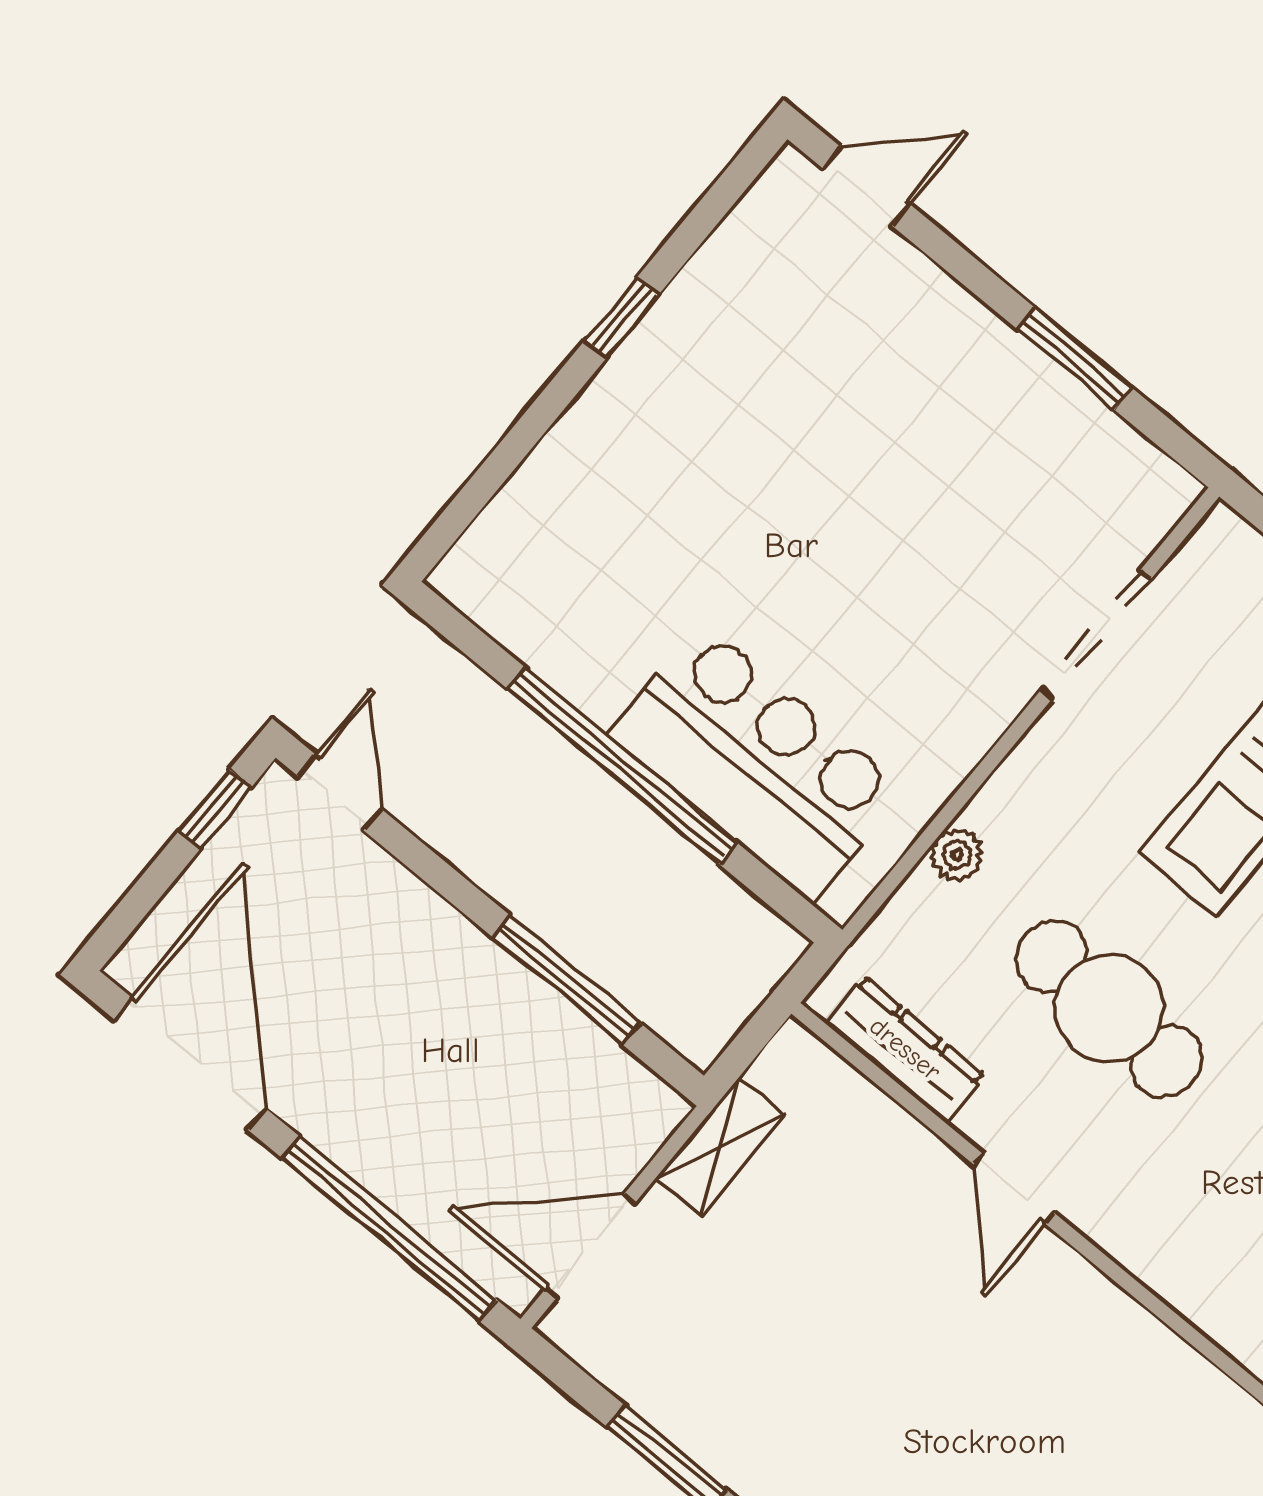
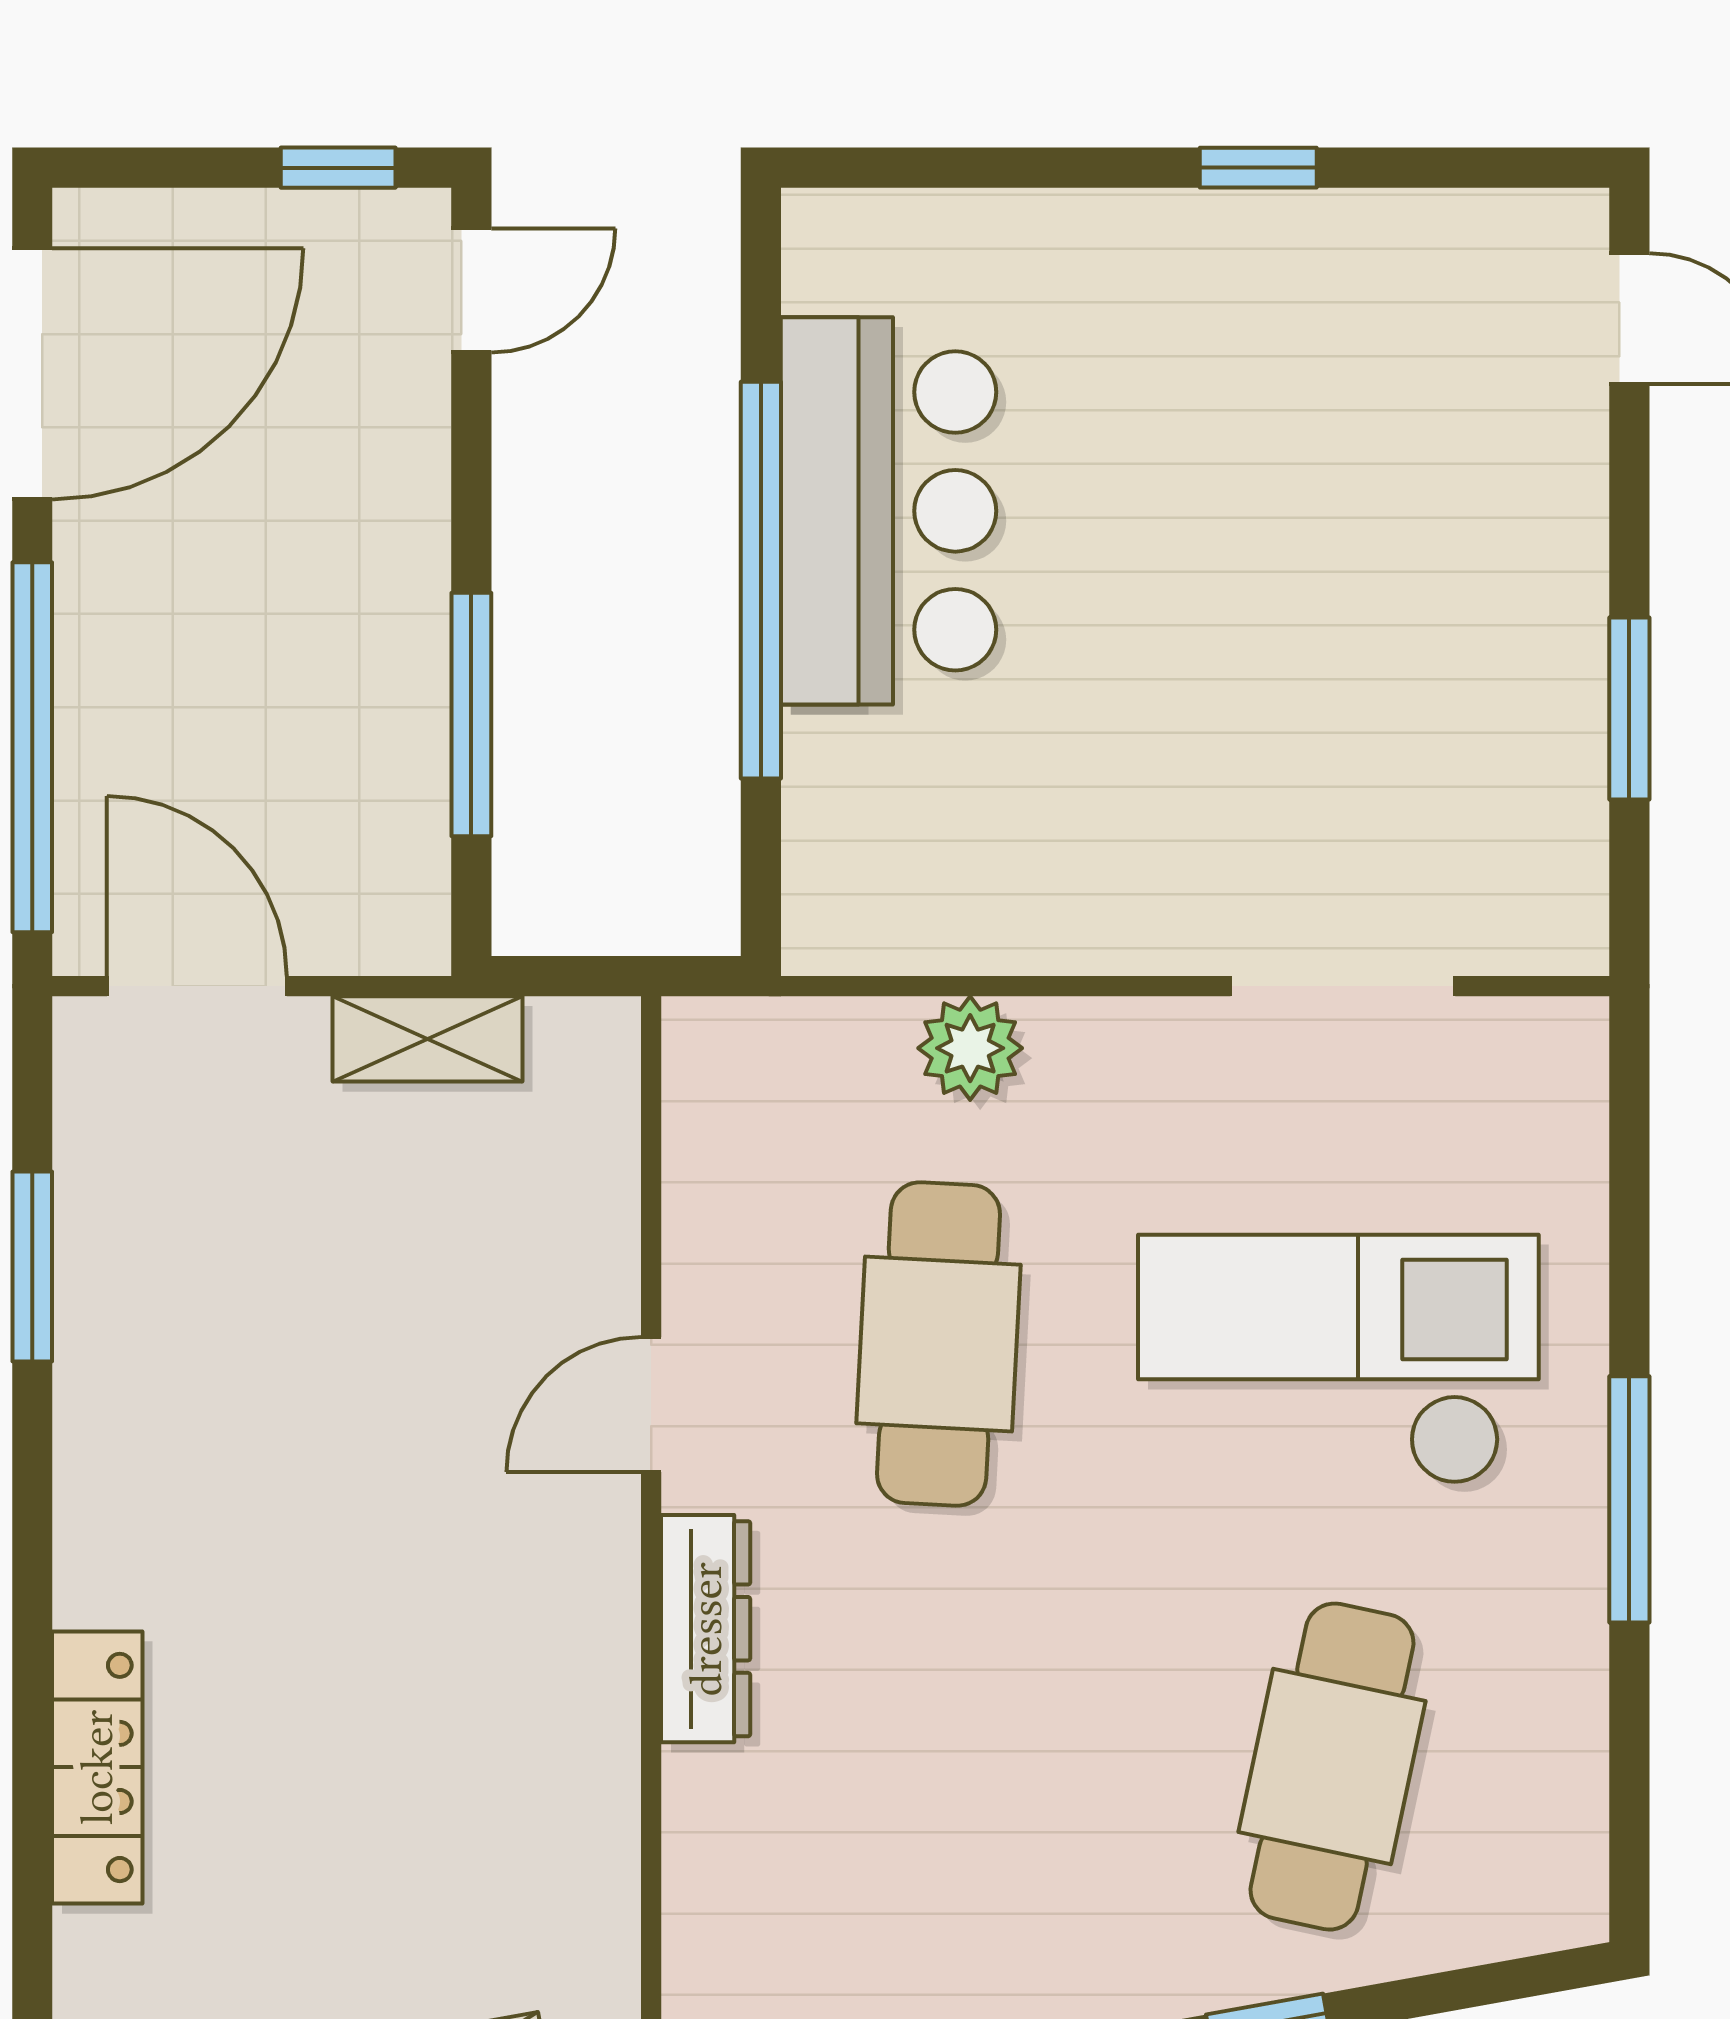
bar counter: (757, 762) -> (889, 511), moved
plant: (957, 855) -> (970, 1048), width x1.38, depth x1.38
dresser: (905, 1049) -> (706, 1629), moved

